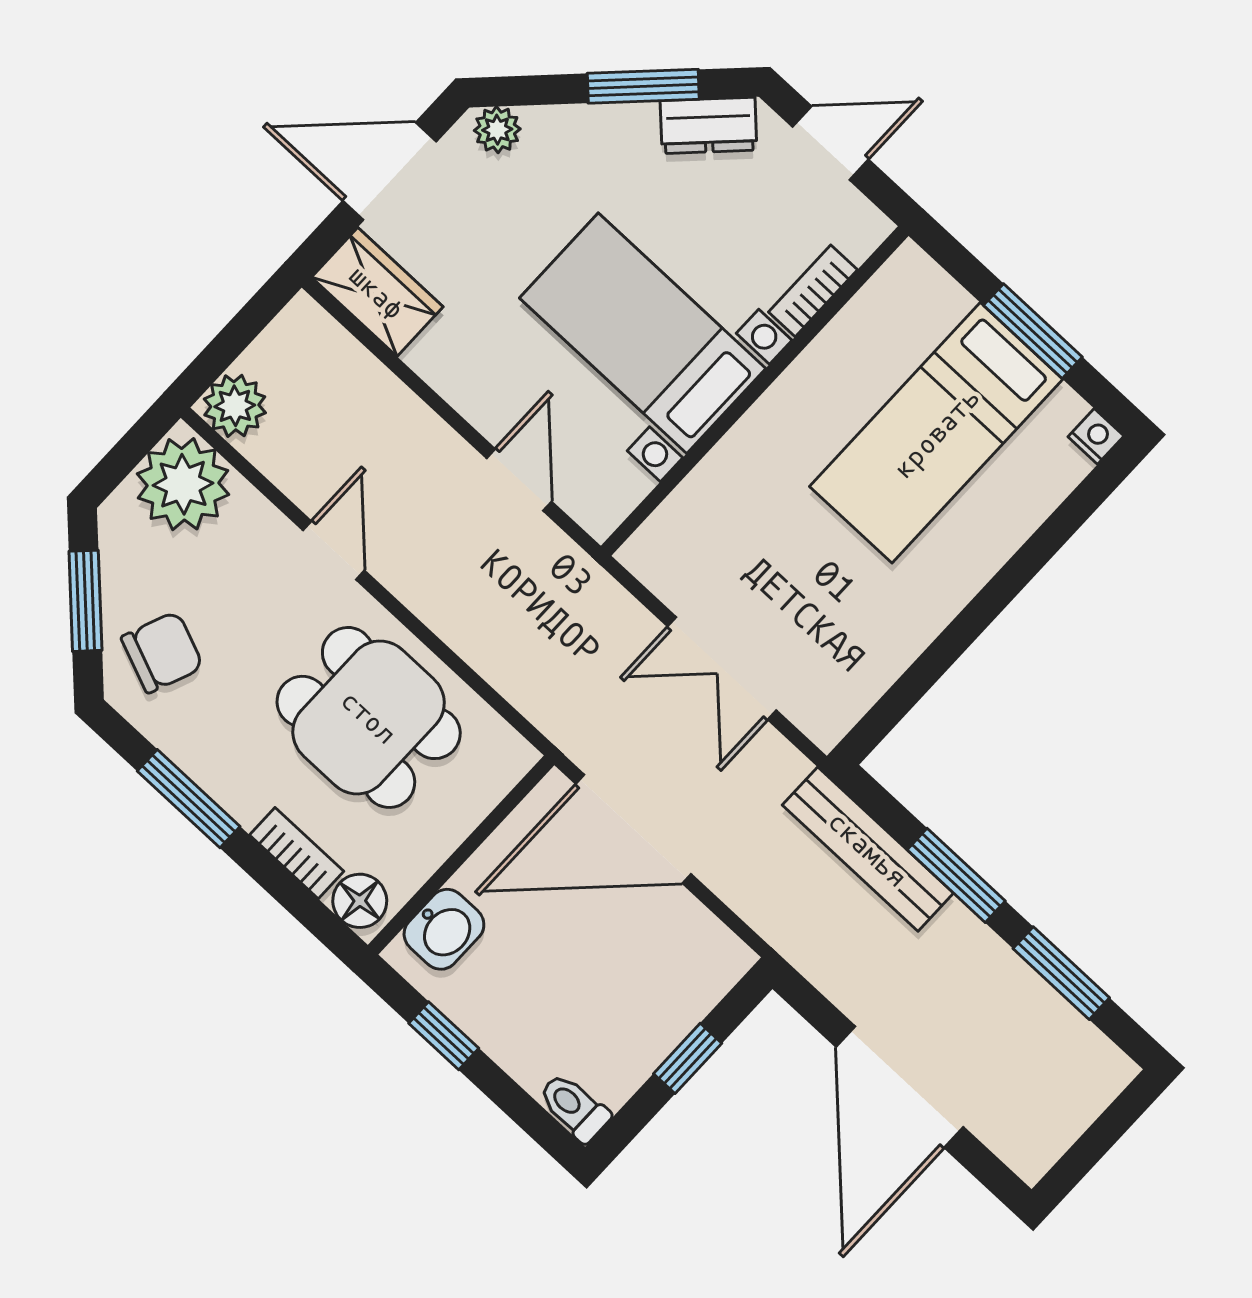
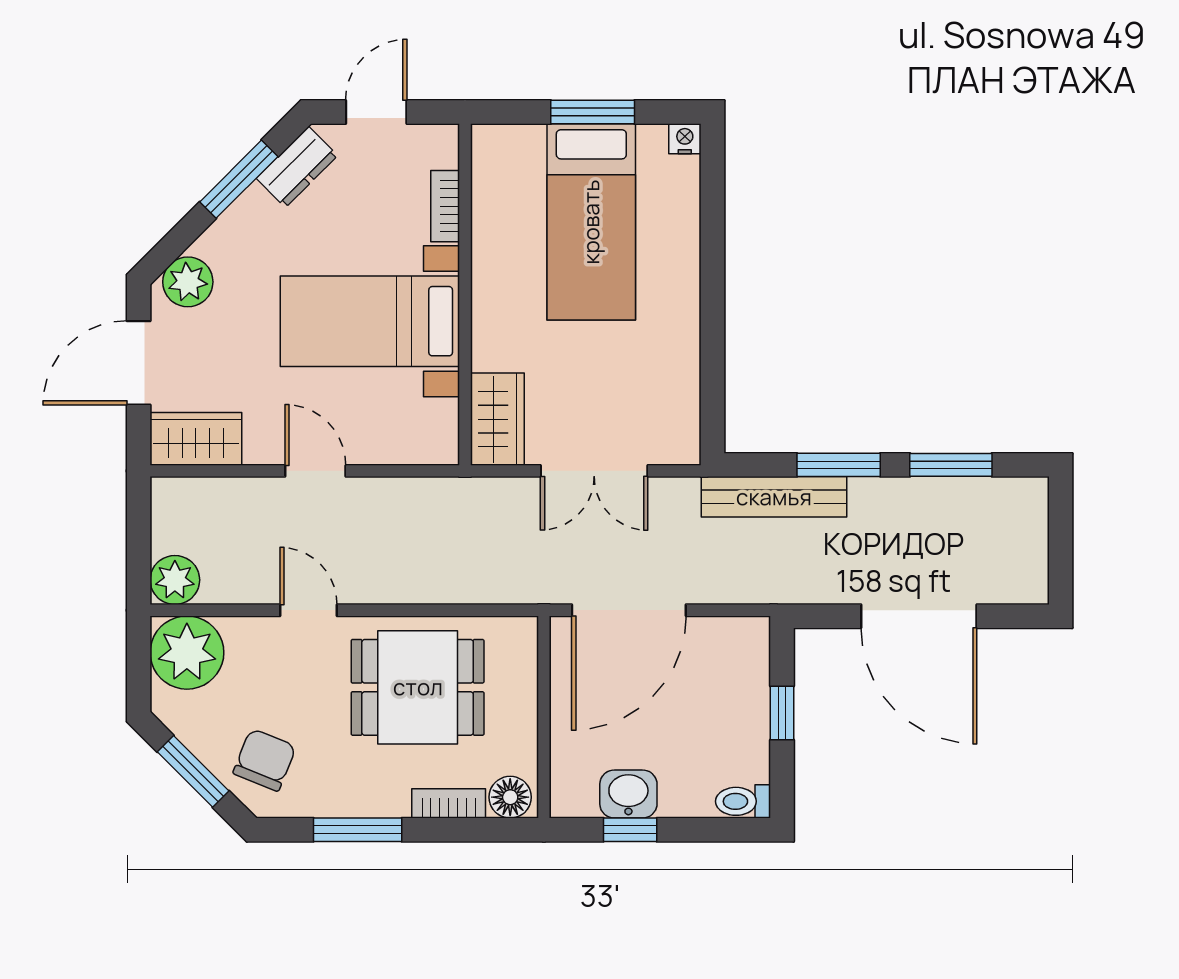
plant: (497, 130) -> (188, 282), width x1.38, depth x1.38
door: (519, 480) -> (315, 471), moved
wardrobe: (677, 536) -> (497, 419), added
washbasin: (444, 929) -> (628, 794), moved, turned -90

